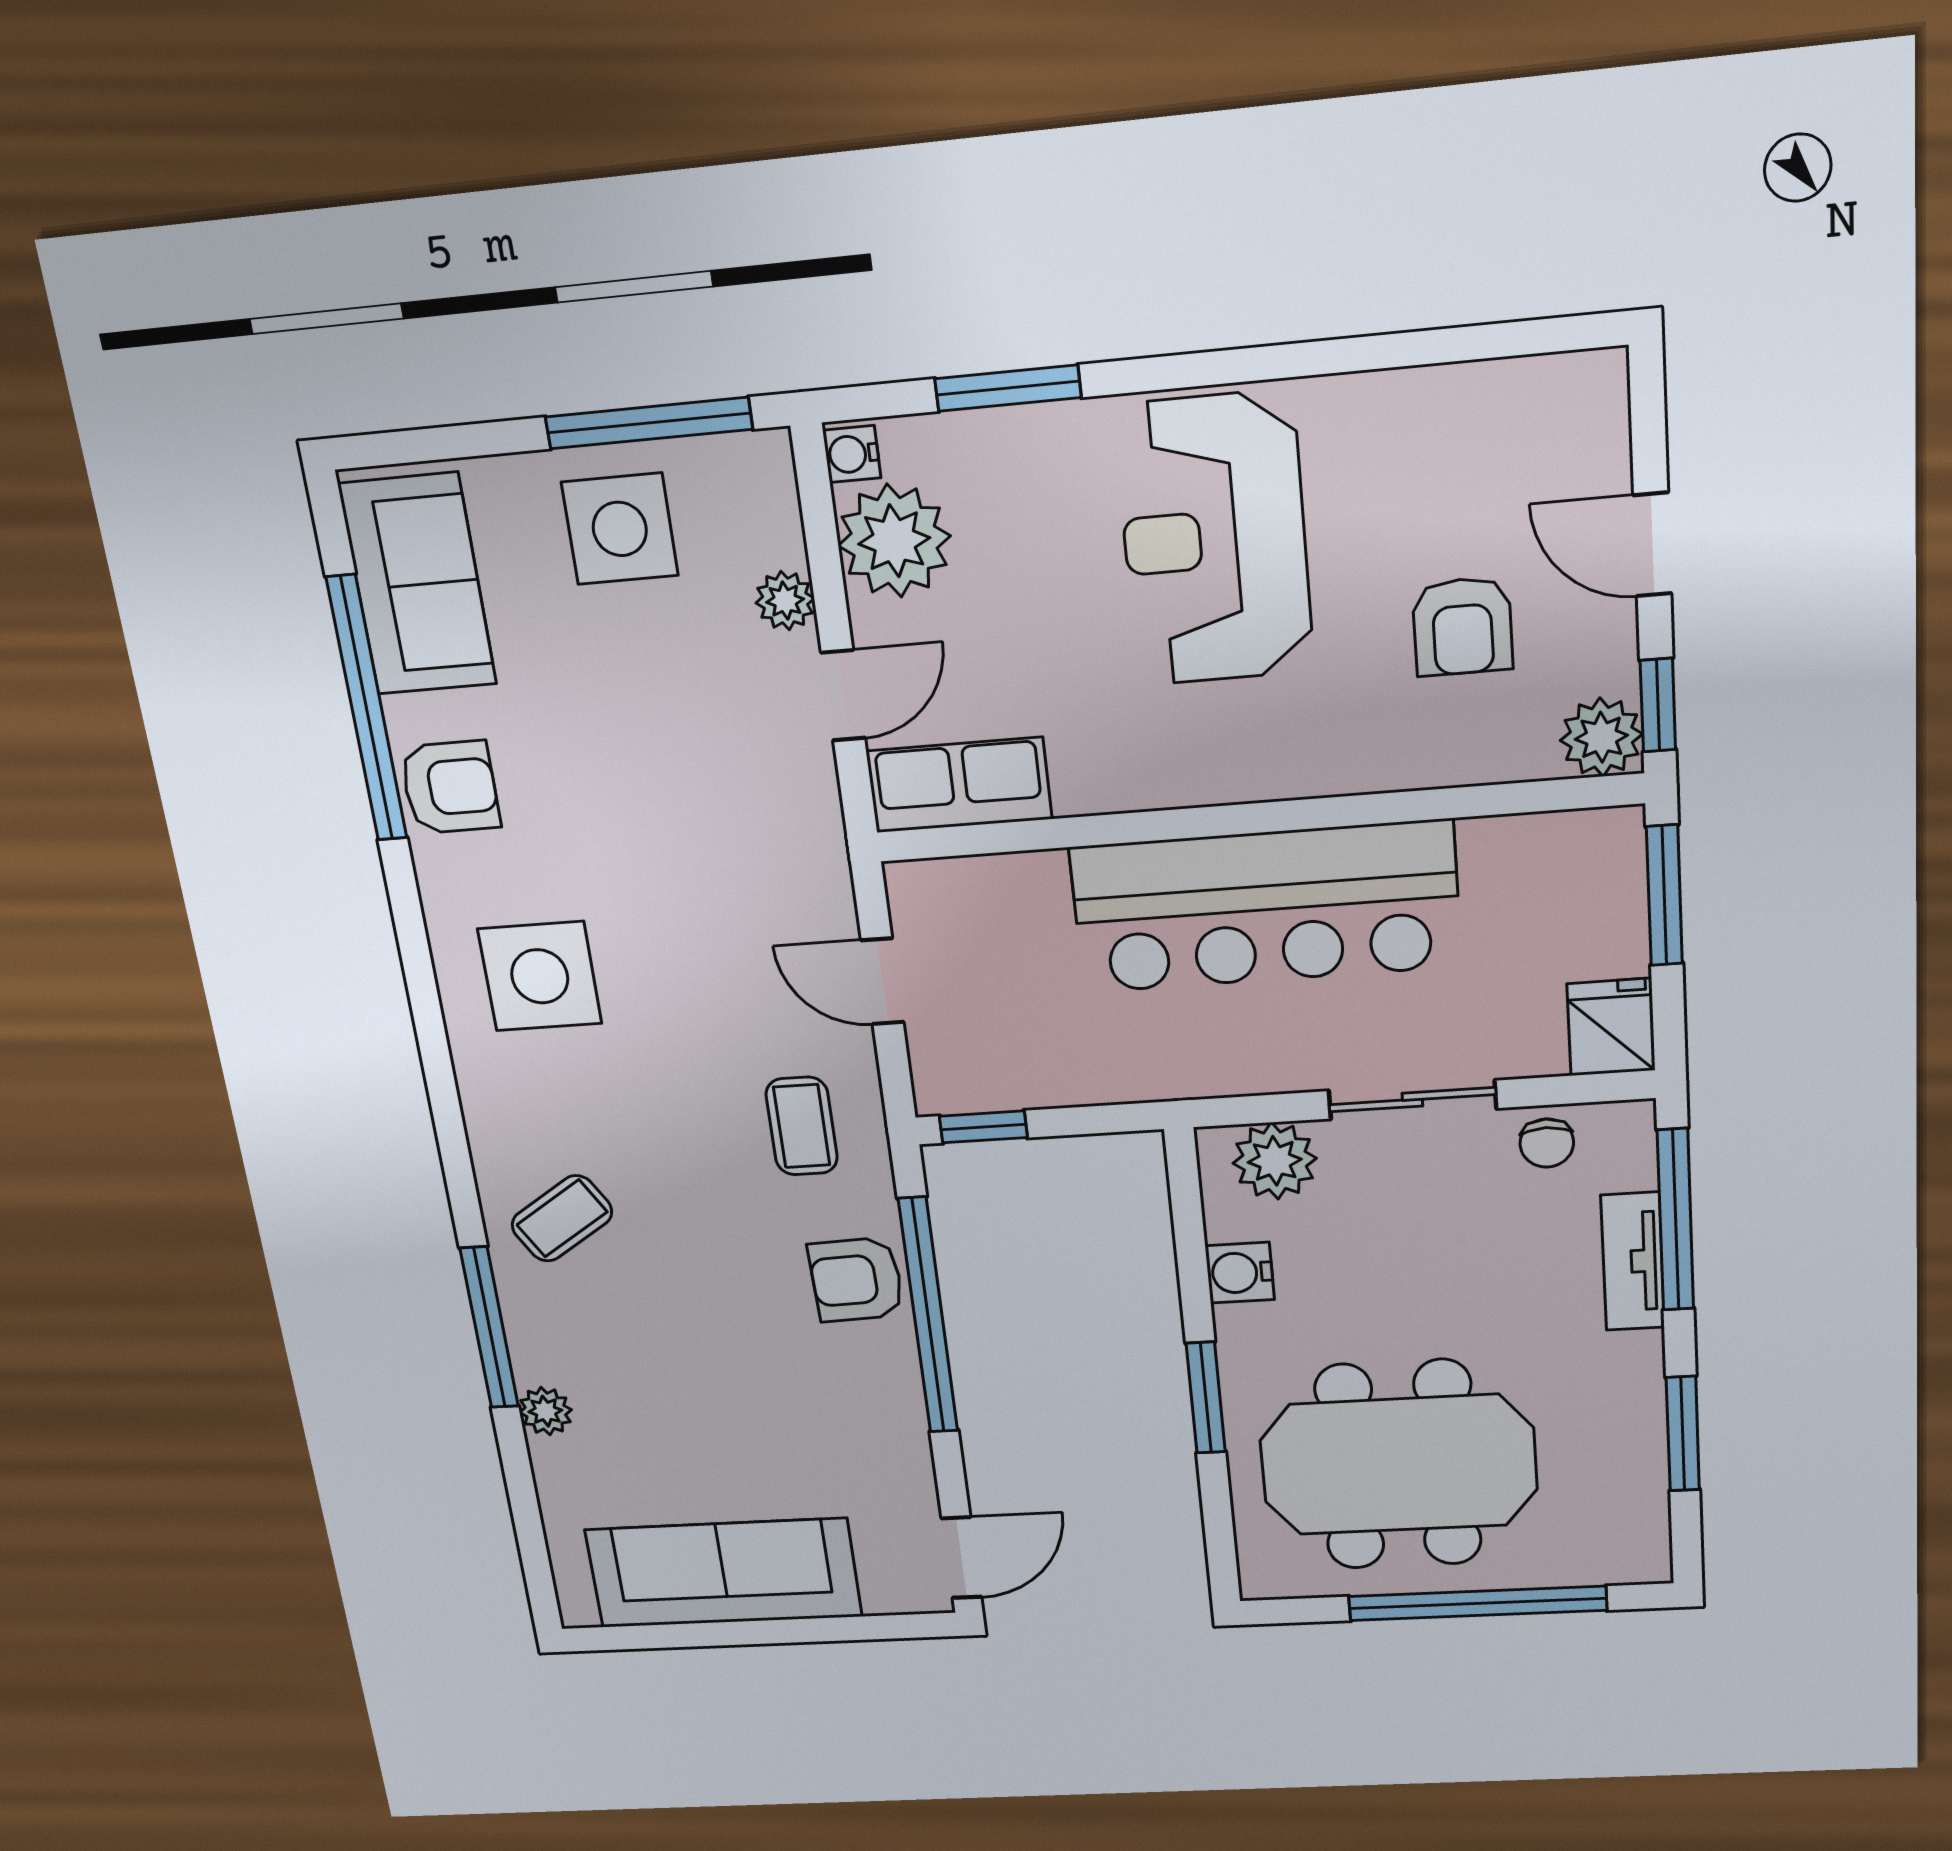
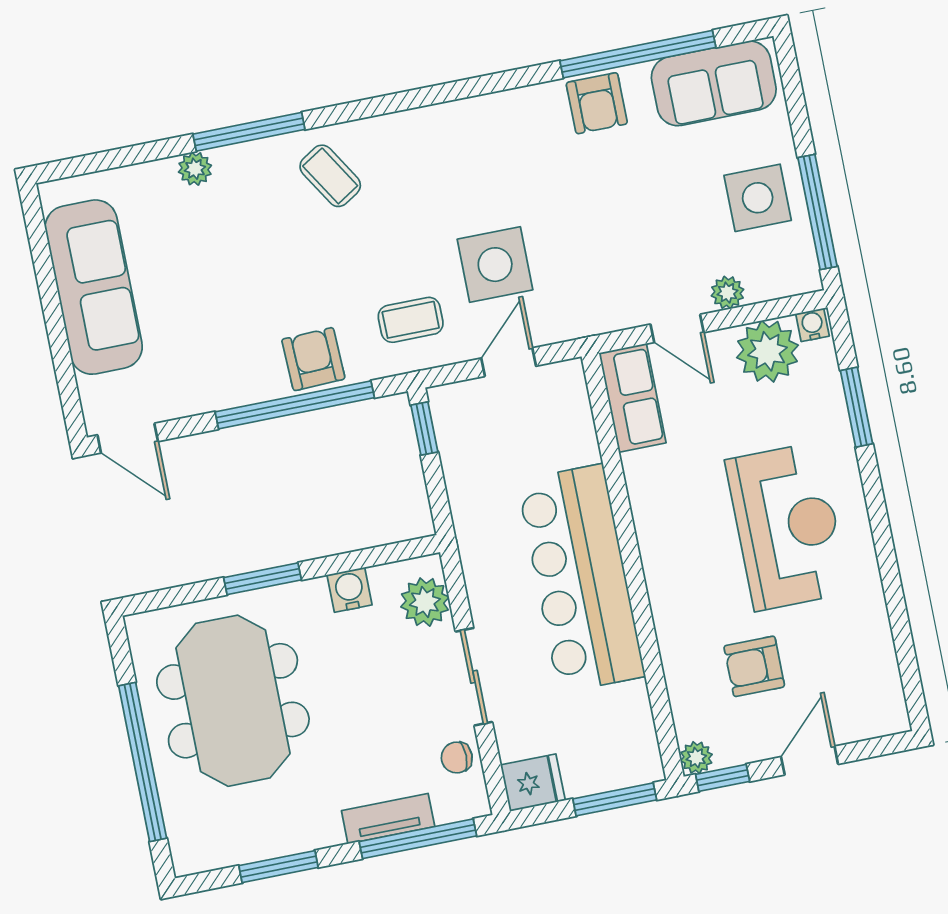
reception desk: (1214, 540) -> (787, 526), turned 90
plant: (1601, 737) -> (696, 758), width x0.73, depth x0.73
side table: (540, 976) -> (495, 265), moved

